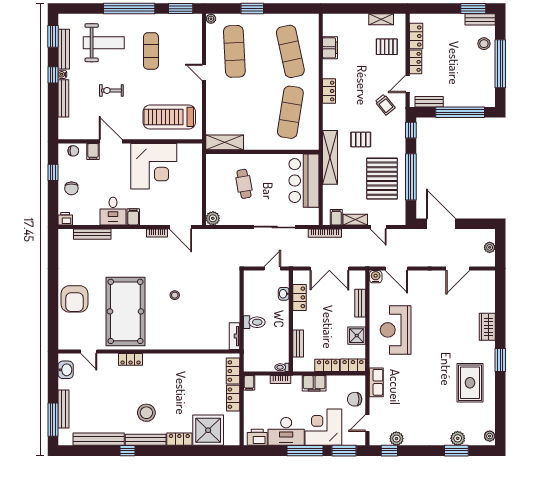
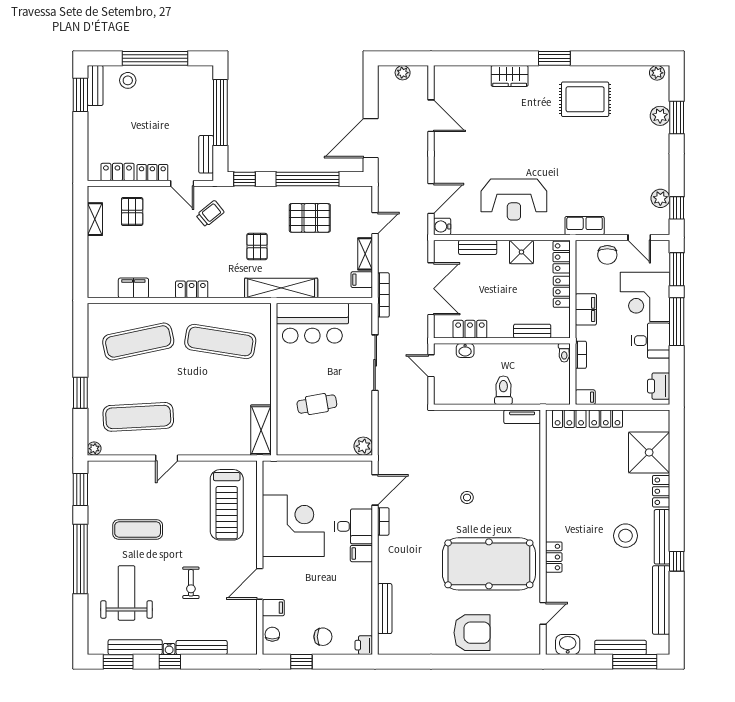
pallet: (382, 179) -> (310, 218), width x0.73, depth x0.71
desk: (113, 211) -> (354, 526), moved
desk: (286, 431) -> (651, 341), width x0.73

